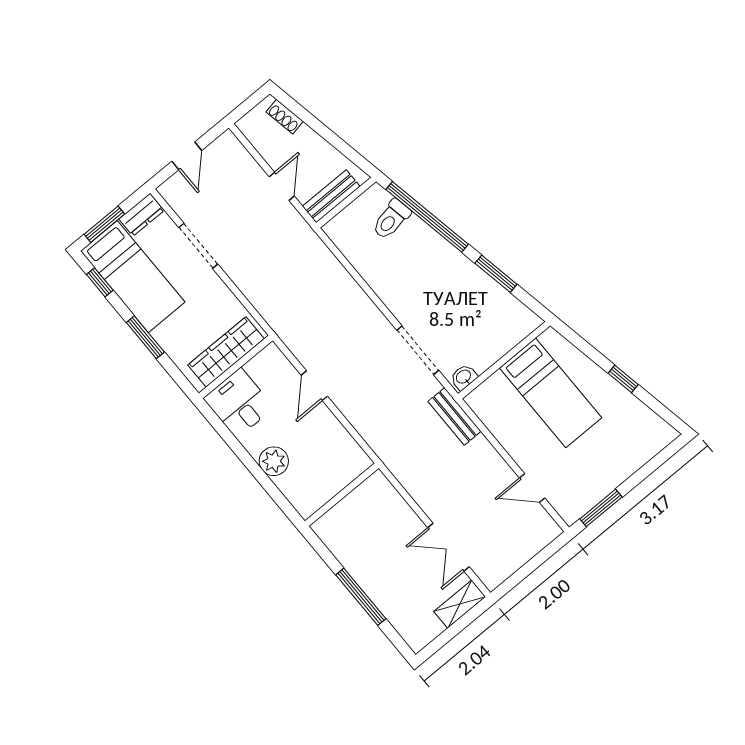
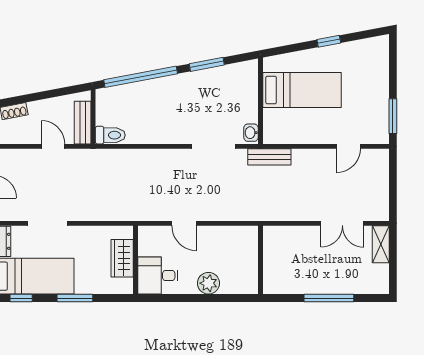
toilet: (391, 219) -> (110, 135), moved, turned -79
wardrobe: (226, 352) -> (122, 258), width x0.67

